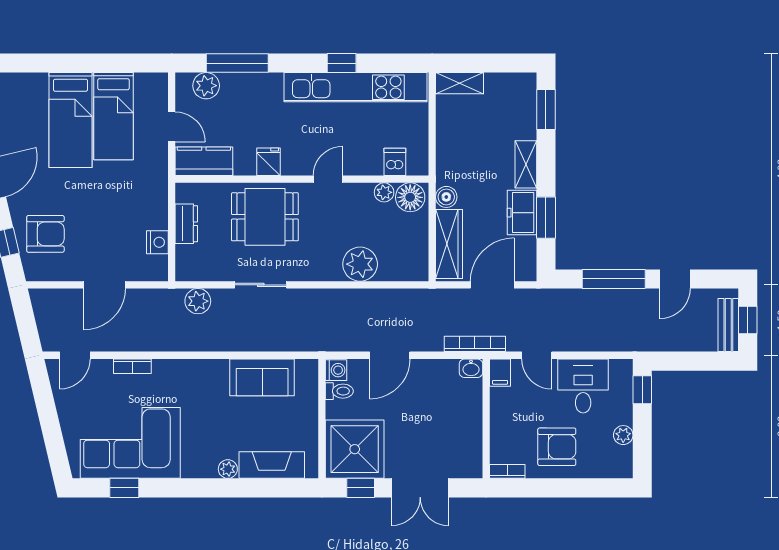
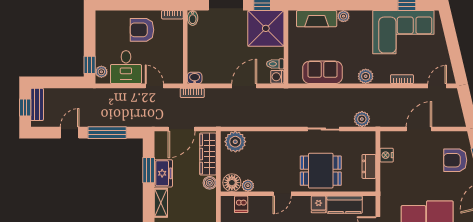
kitchen counter: (204, 161) -> (344, 205), moved
plant: (360, 264) -> (235, 142), moved
bookcase: (475, 344) -> (192, 93), width x0.64
plant: (192, 371) -> (366, 76), added
filing cabinet: (500, 373) -> (177, 75), removed
plant: (623, 435) -> (101, 72), moved
bidet: (474, 466) -> (193, 18), added

